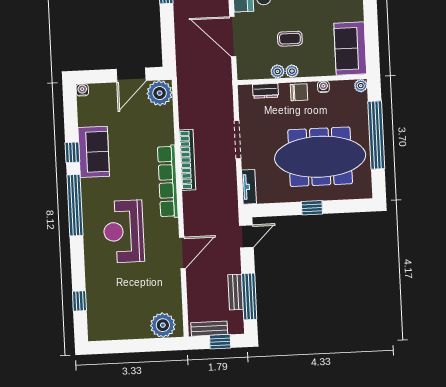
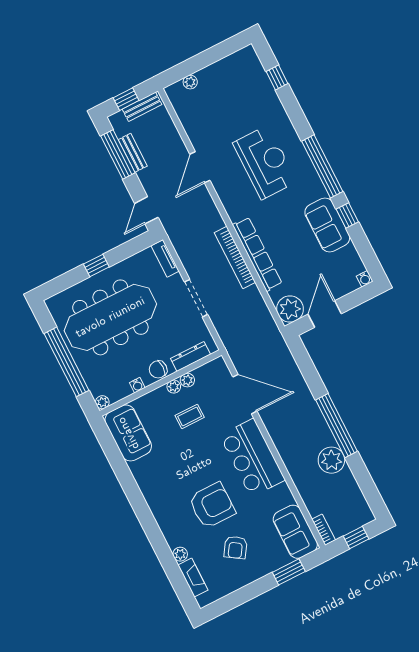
dresser: (265, 91) -> (190, 356), width x1.44
row of seats: (168, 181) -> (257, 254), moved
plant: (163, 325) -> (190, 82), width x0.53, depth x0.53

